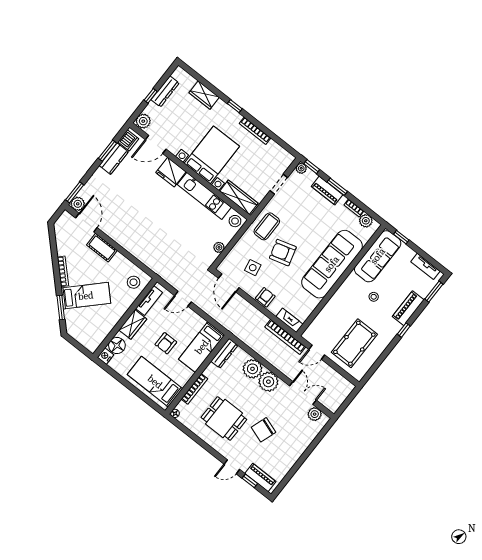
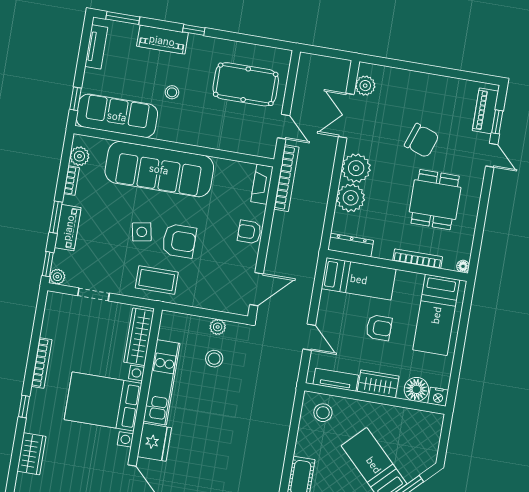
stool: (235, 221) -> (214, 359), moved
armchair: (283, 253) -> (179, 241), turned -74
side table: (253, 268) -> (142, 232), moved

